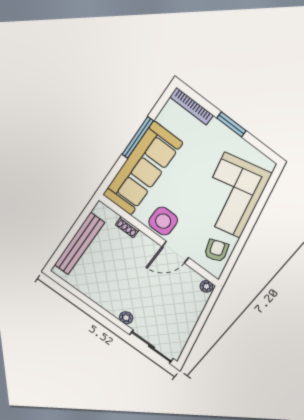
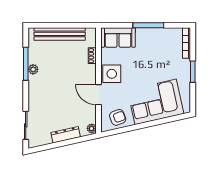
sofa: (142, 169) -> (118, 37), width x0.54, depth x0.79
window: (87, 301) -> (26, 64), added
dresser: (192, 317) -> (66, 135), added
plant: (126, 318) -> (33, 69), moved
sliding door: (151, 347) -> (26, 125), width x0.73

